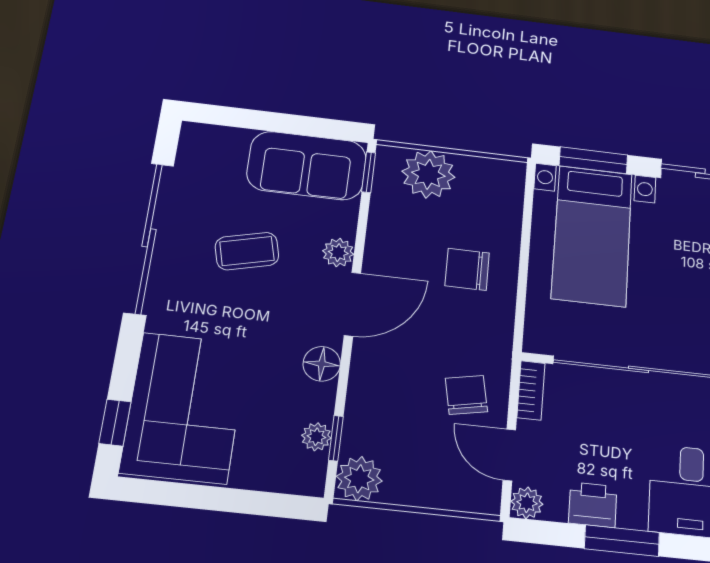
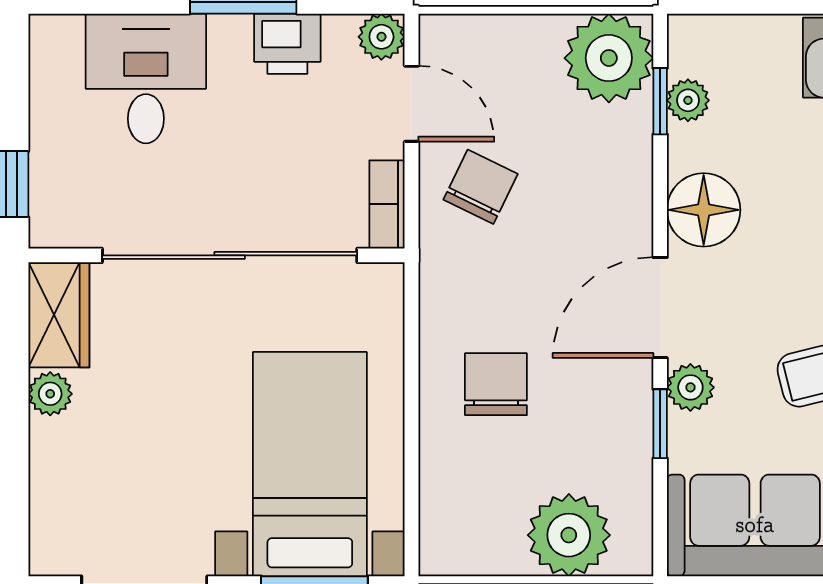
window: (369, 172) -> (660, 424), moved
chair: (467, 269) -> (496, 384), turned -90
floor lamp: (322, 364) -> (704, 210), width x1.38, depth x1.38
chair: (466, 395) -> (481, 187), turned -143
plant: (359, 479) -> (609, 58), width x1.36, depth x1.36

